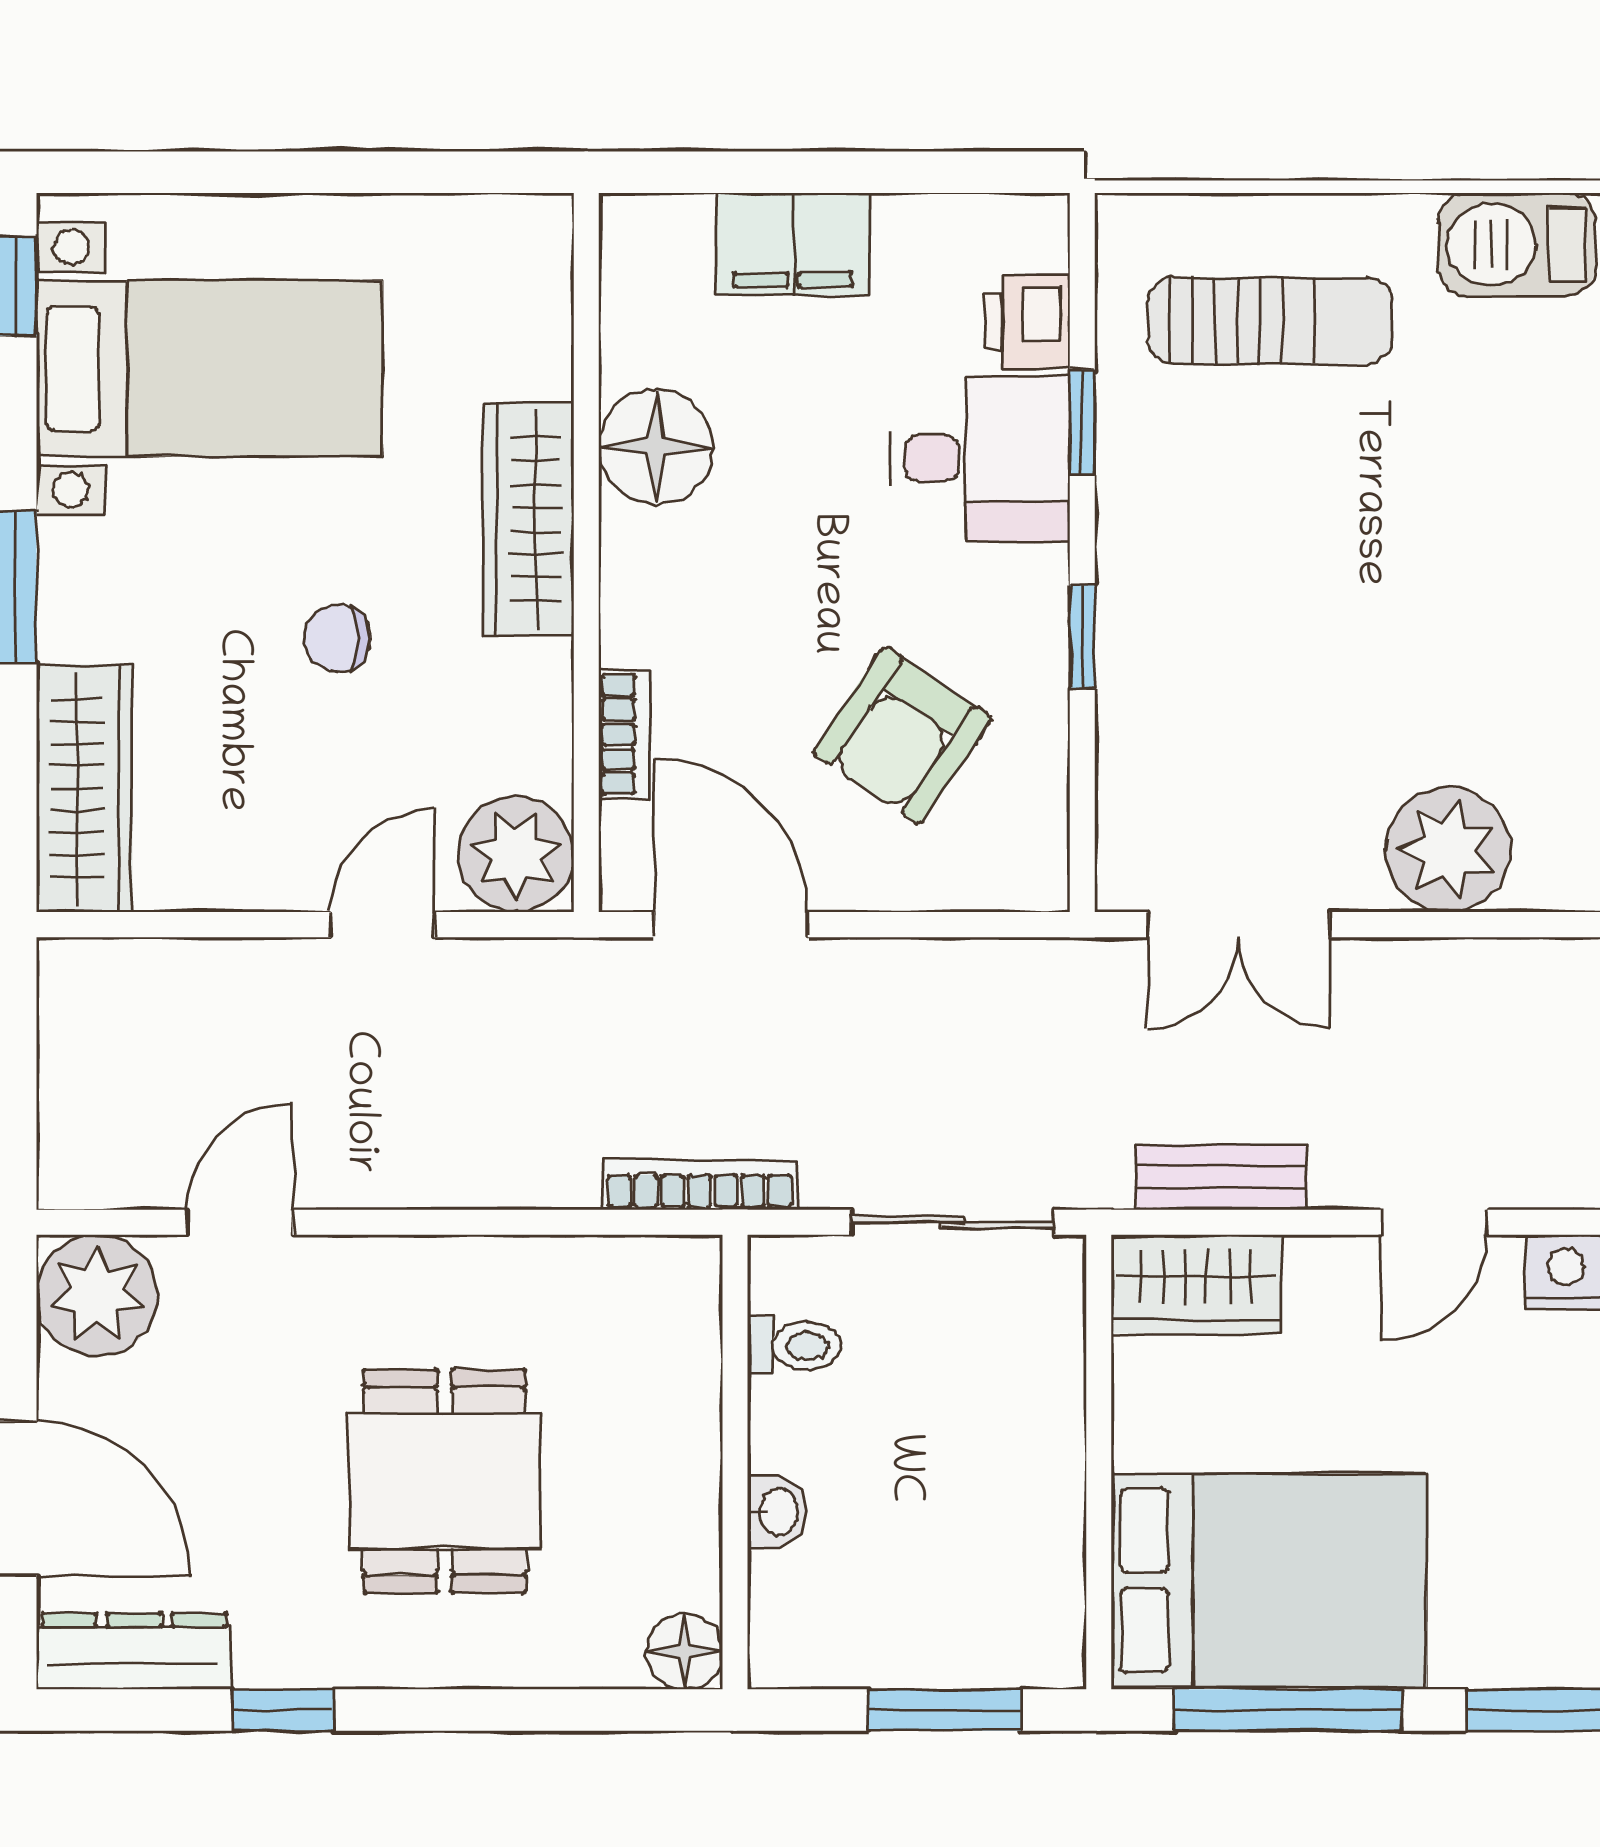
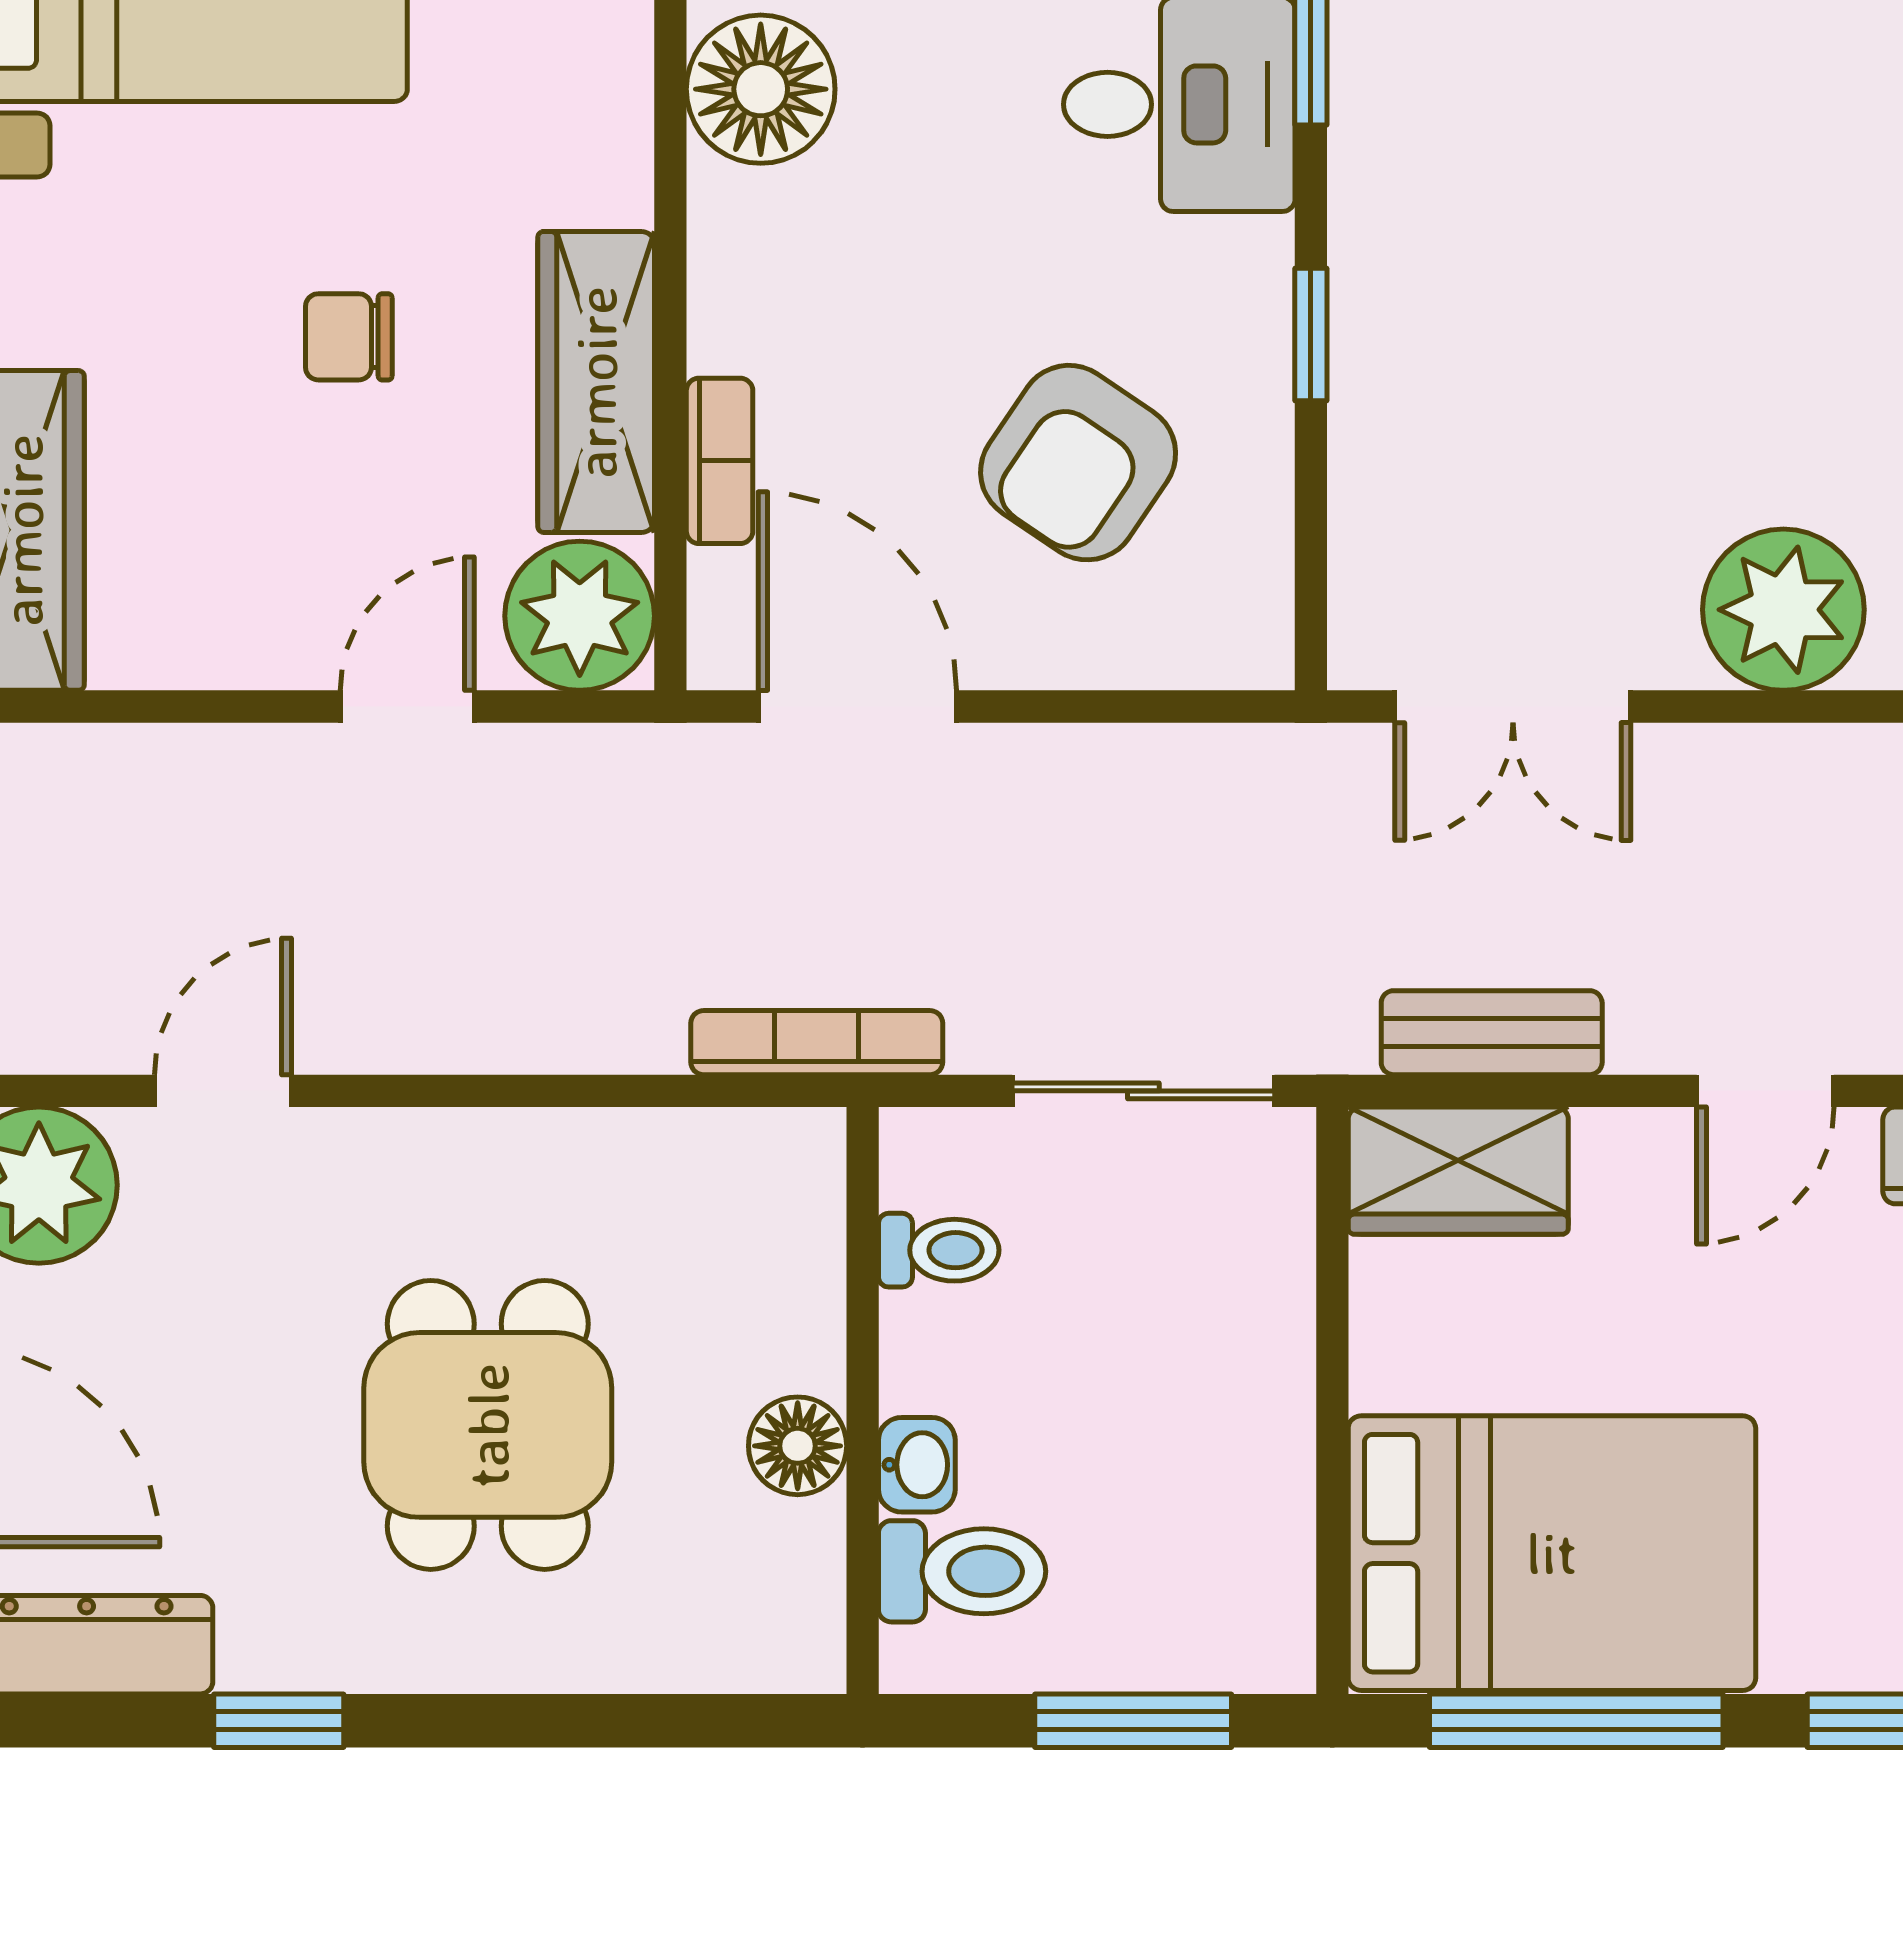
wardrobe: (529, 519) -> (596, 382), moved
toilet: (812, 1594) -> (962, 1571), added
floor lamp: (685, 1651) -> (798, 1446), moved

